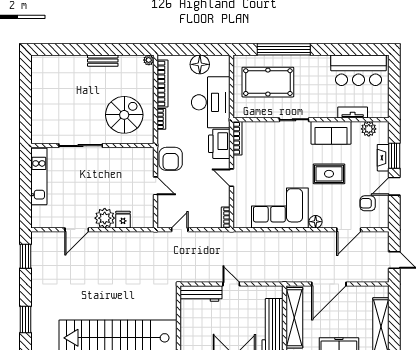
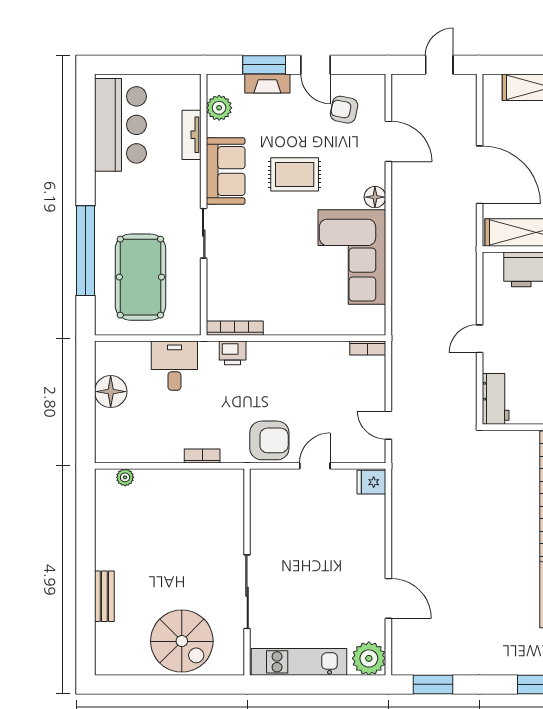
plant: (149, 60) -> (125, 477), moved
bench: (103, 61) -> (104, 596), moved
bookcase: (163, 84) -> (143, 454), removed
desk: (211, 102) -> (174, 366), width x0.53, depth x0.77
spiral stairs: (124, 115) -> (182, 641), moved, turned 180
printer: (219, 144) -> (233, 353), width x0.53, depth x0.68
rug: (329, 174) -> (295, 174), turned 90
door: (232, 178) -> (301, 338), removed
armchair: (368, 203) -> (344, 110), turned 101
plant: (105, 218) -> (369, 658), moved
fridge: (123, 220) -> (371, 482), moved
workbench: (201, 294) -> (496, 399), width x0.73

